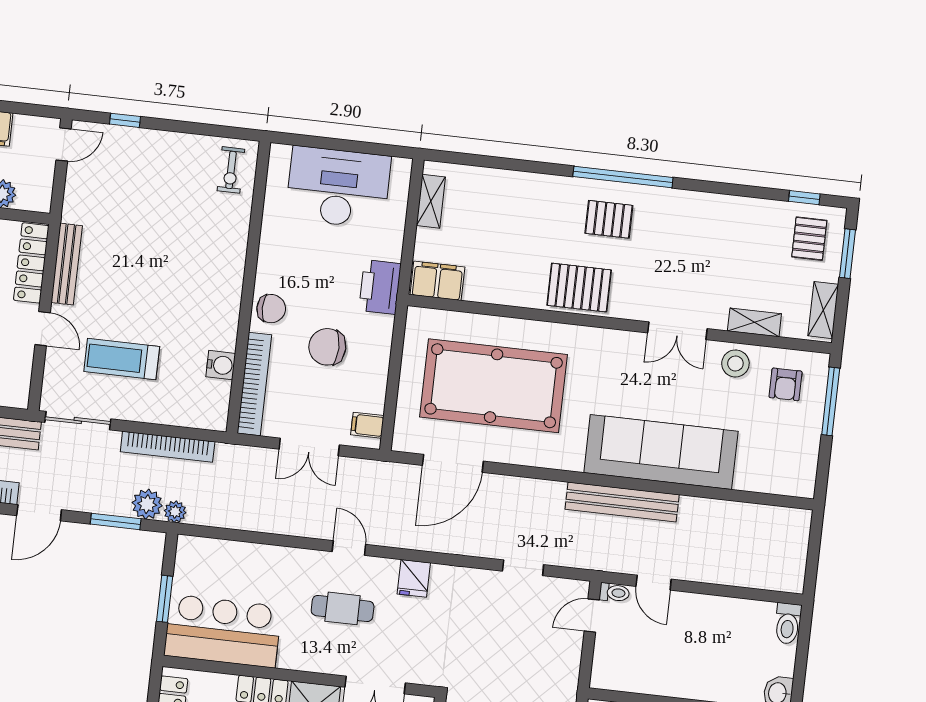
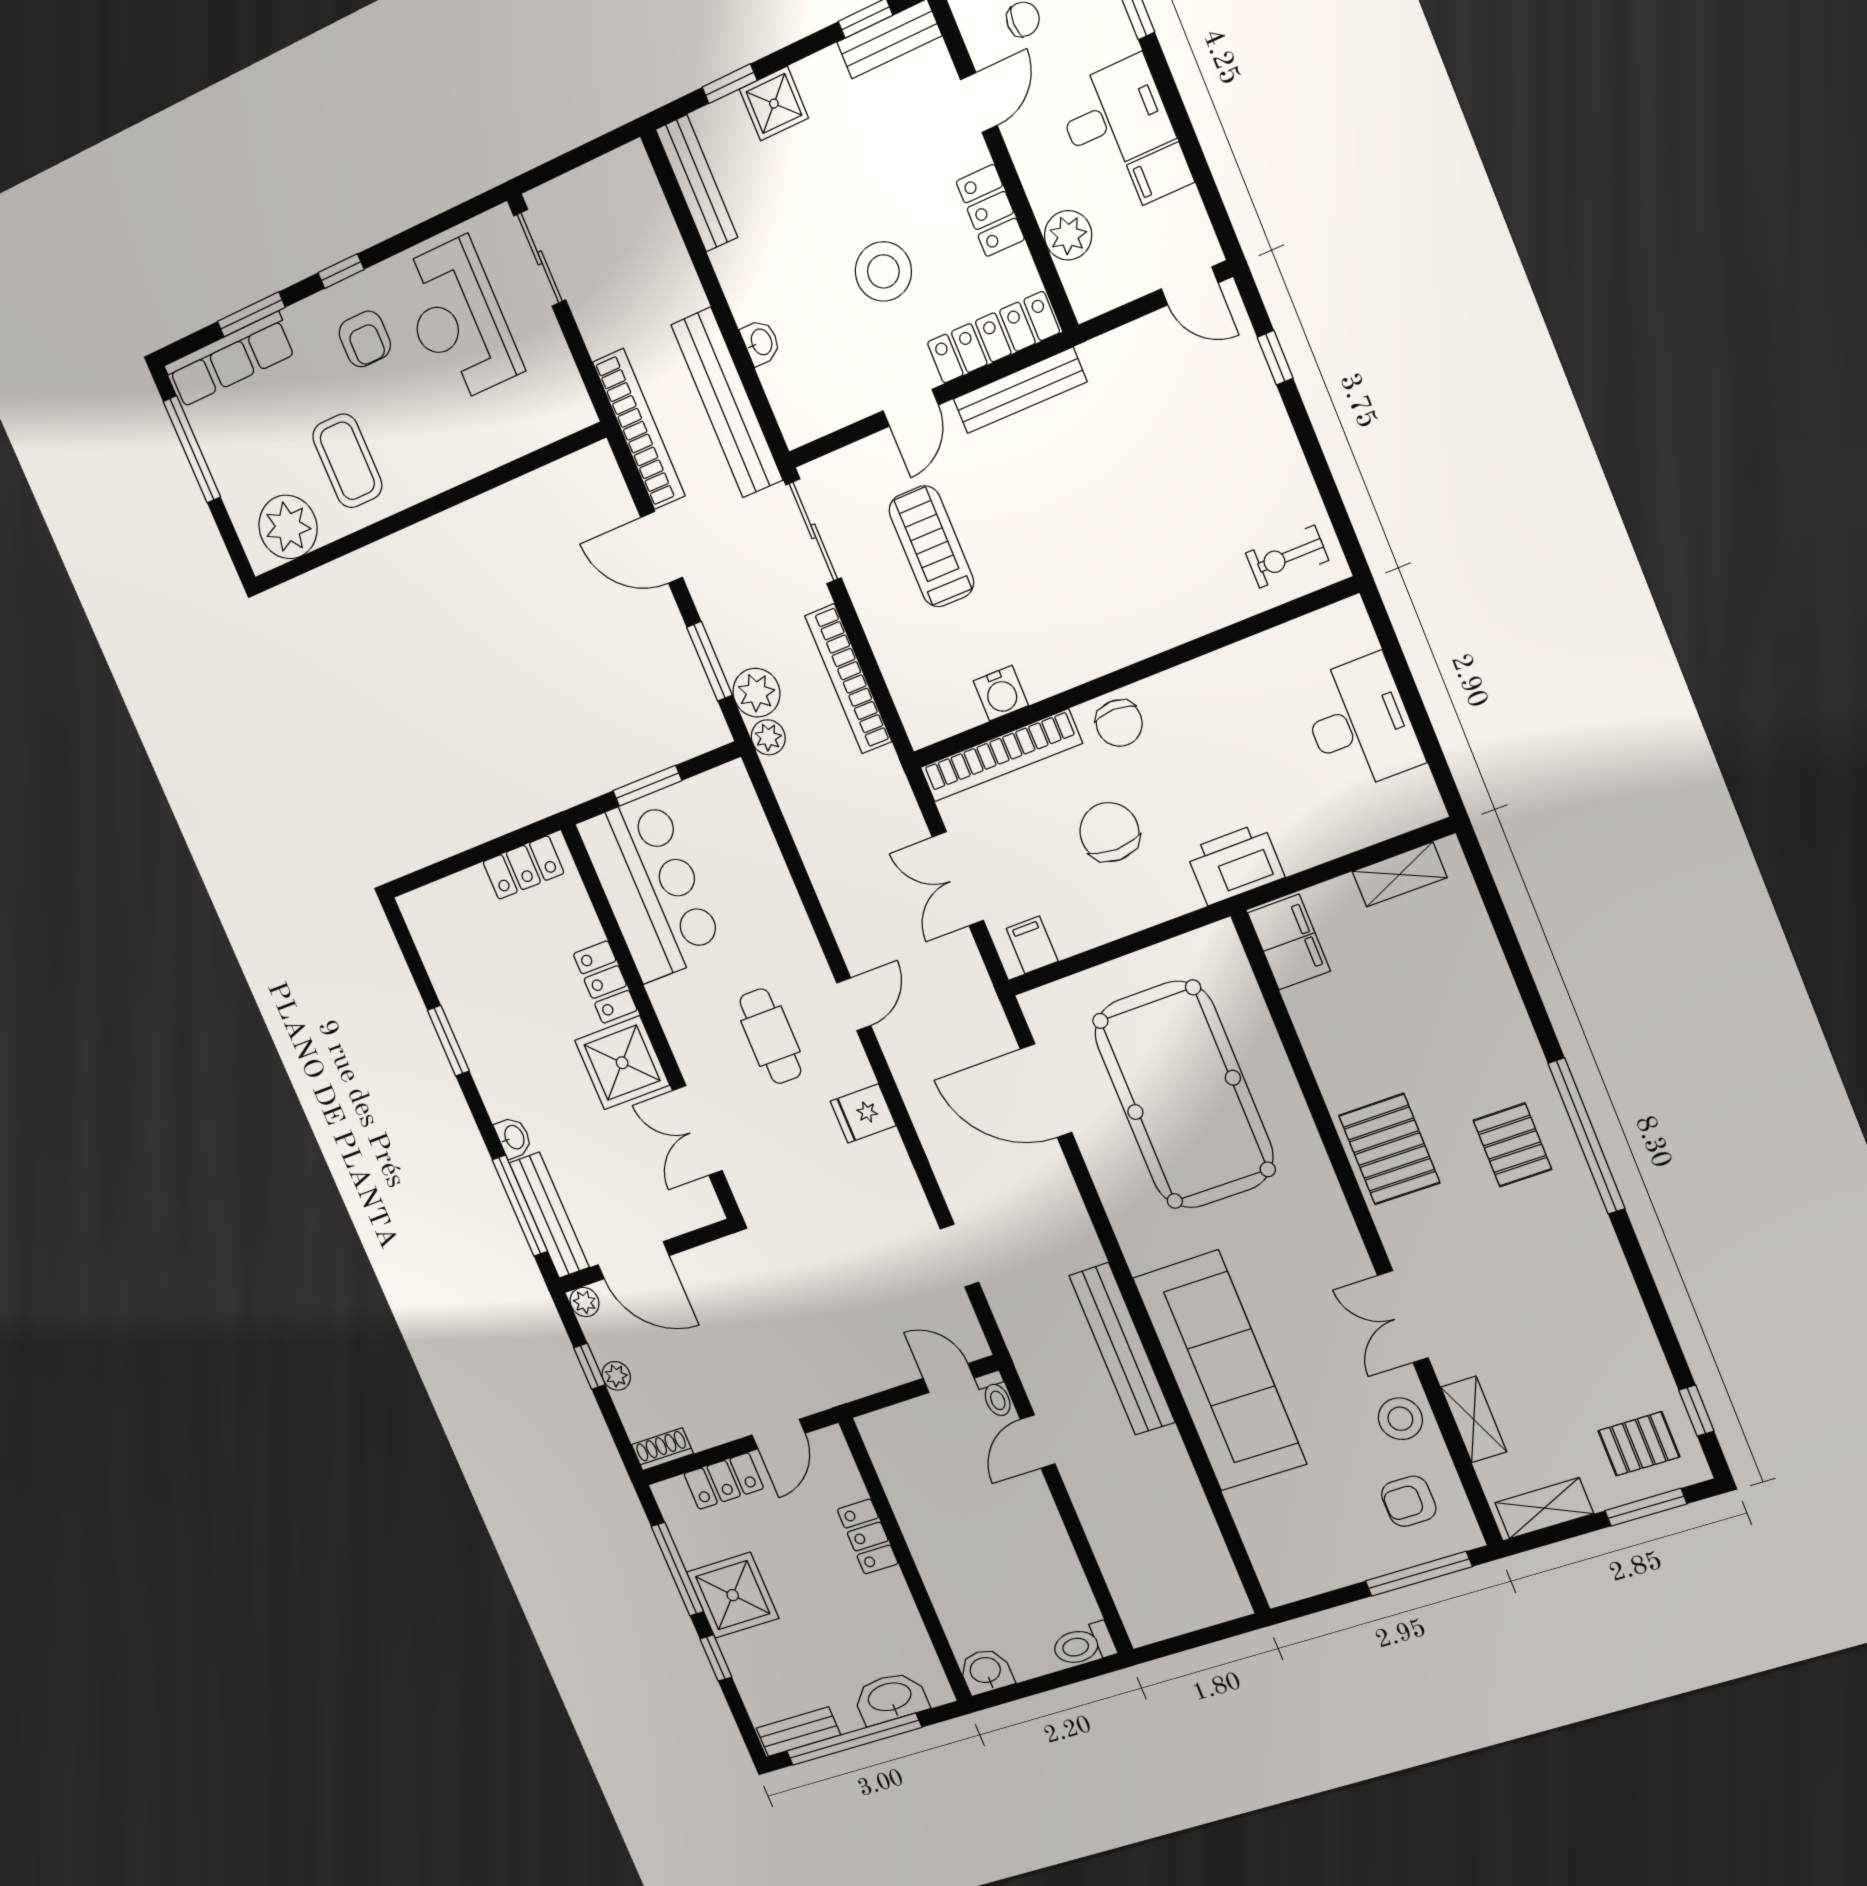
desk: (338, 187) -> (1360, 723), width x0.73, depth x0.77

